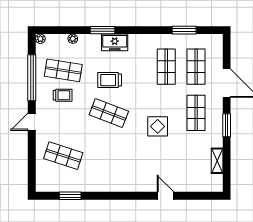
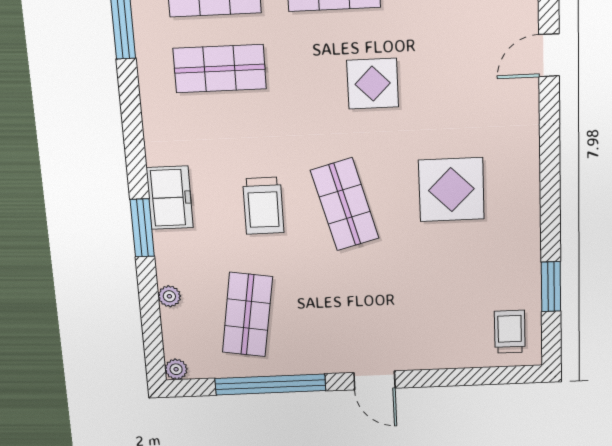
trolley: (63, 95) -> (510, 332), moved
shop shelf: (109, 113) -> (345, 204), turned -36
shop shelf: (63, 156) -> (453, 306), removed
display table: (113, 156) -> (451, 190), added

